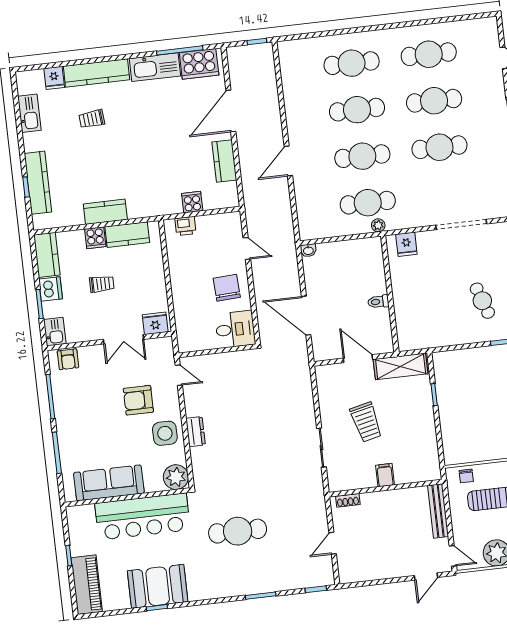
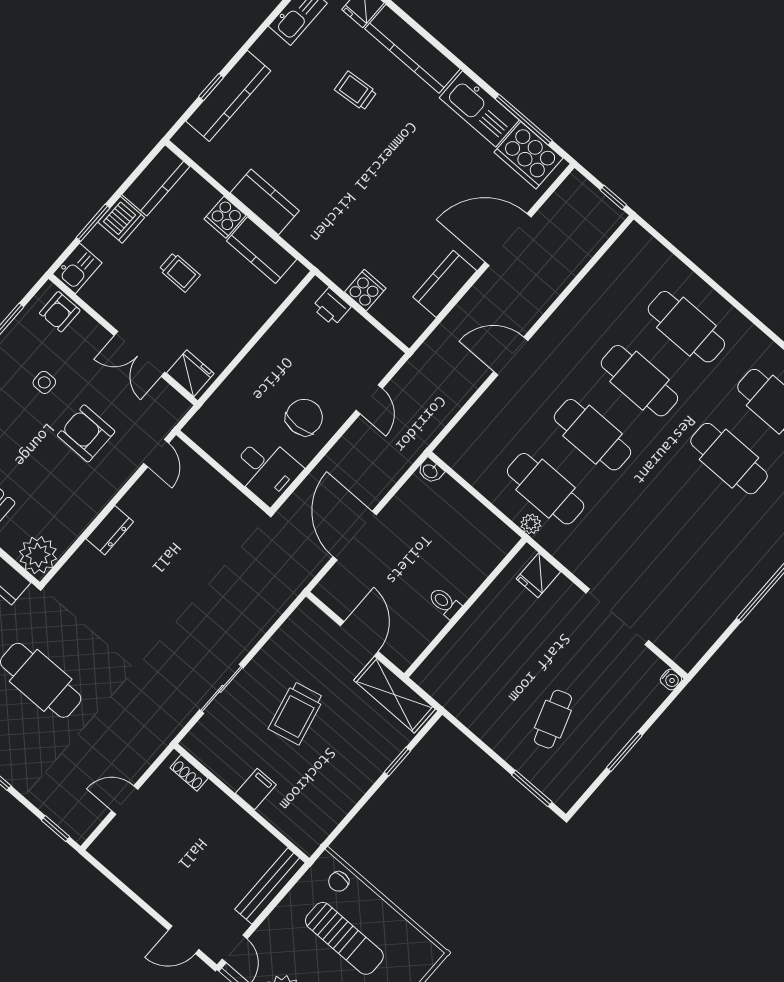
cafe table: (439, 147) -> (682, 513), removed
side table: (165, 433) -> (44, 382), moved, width x0.54, depth x0.54

